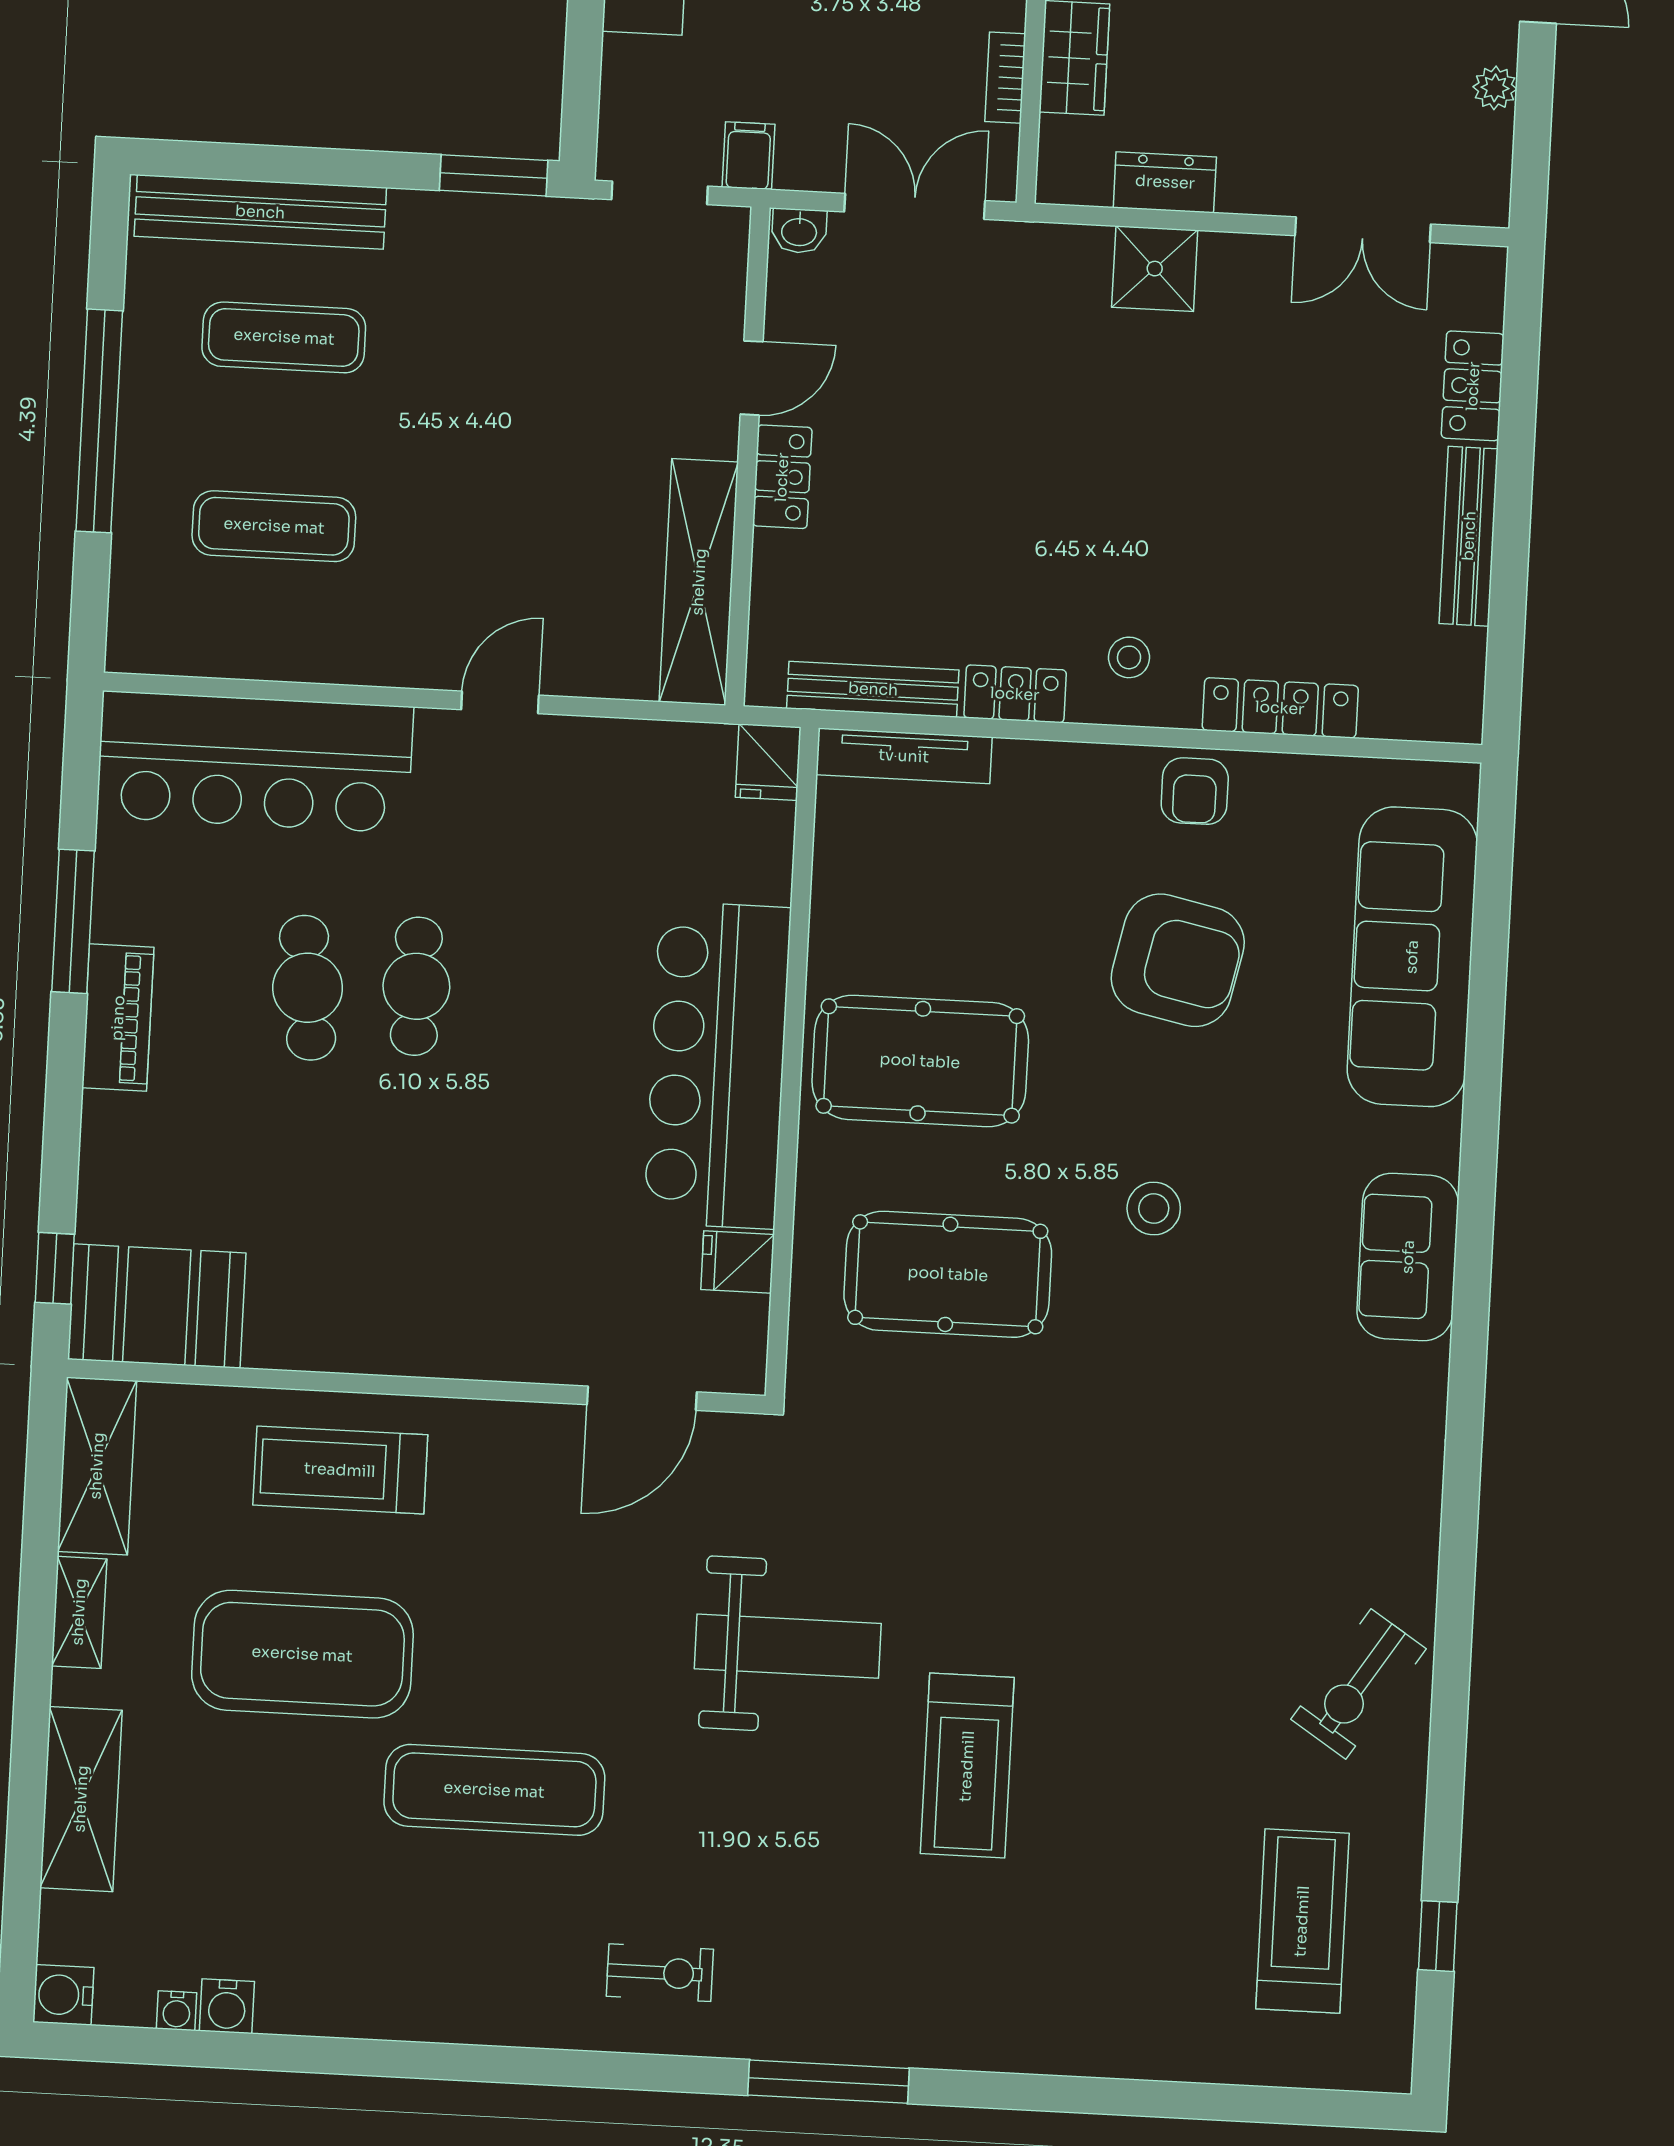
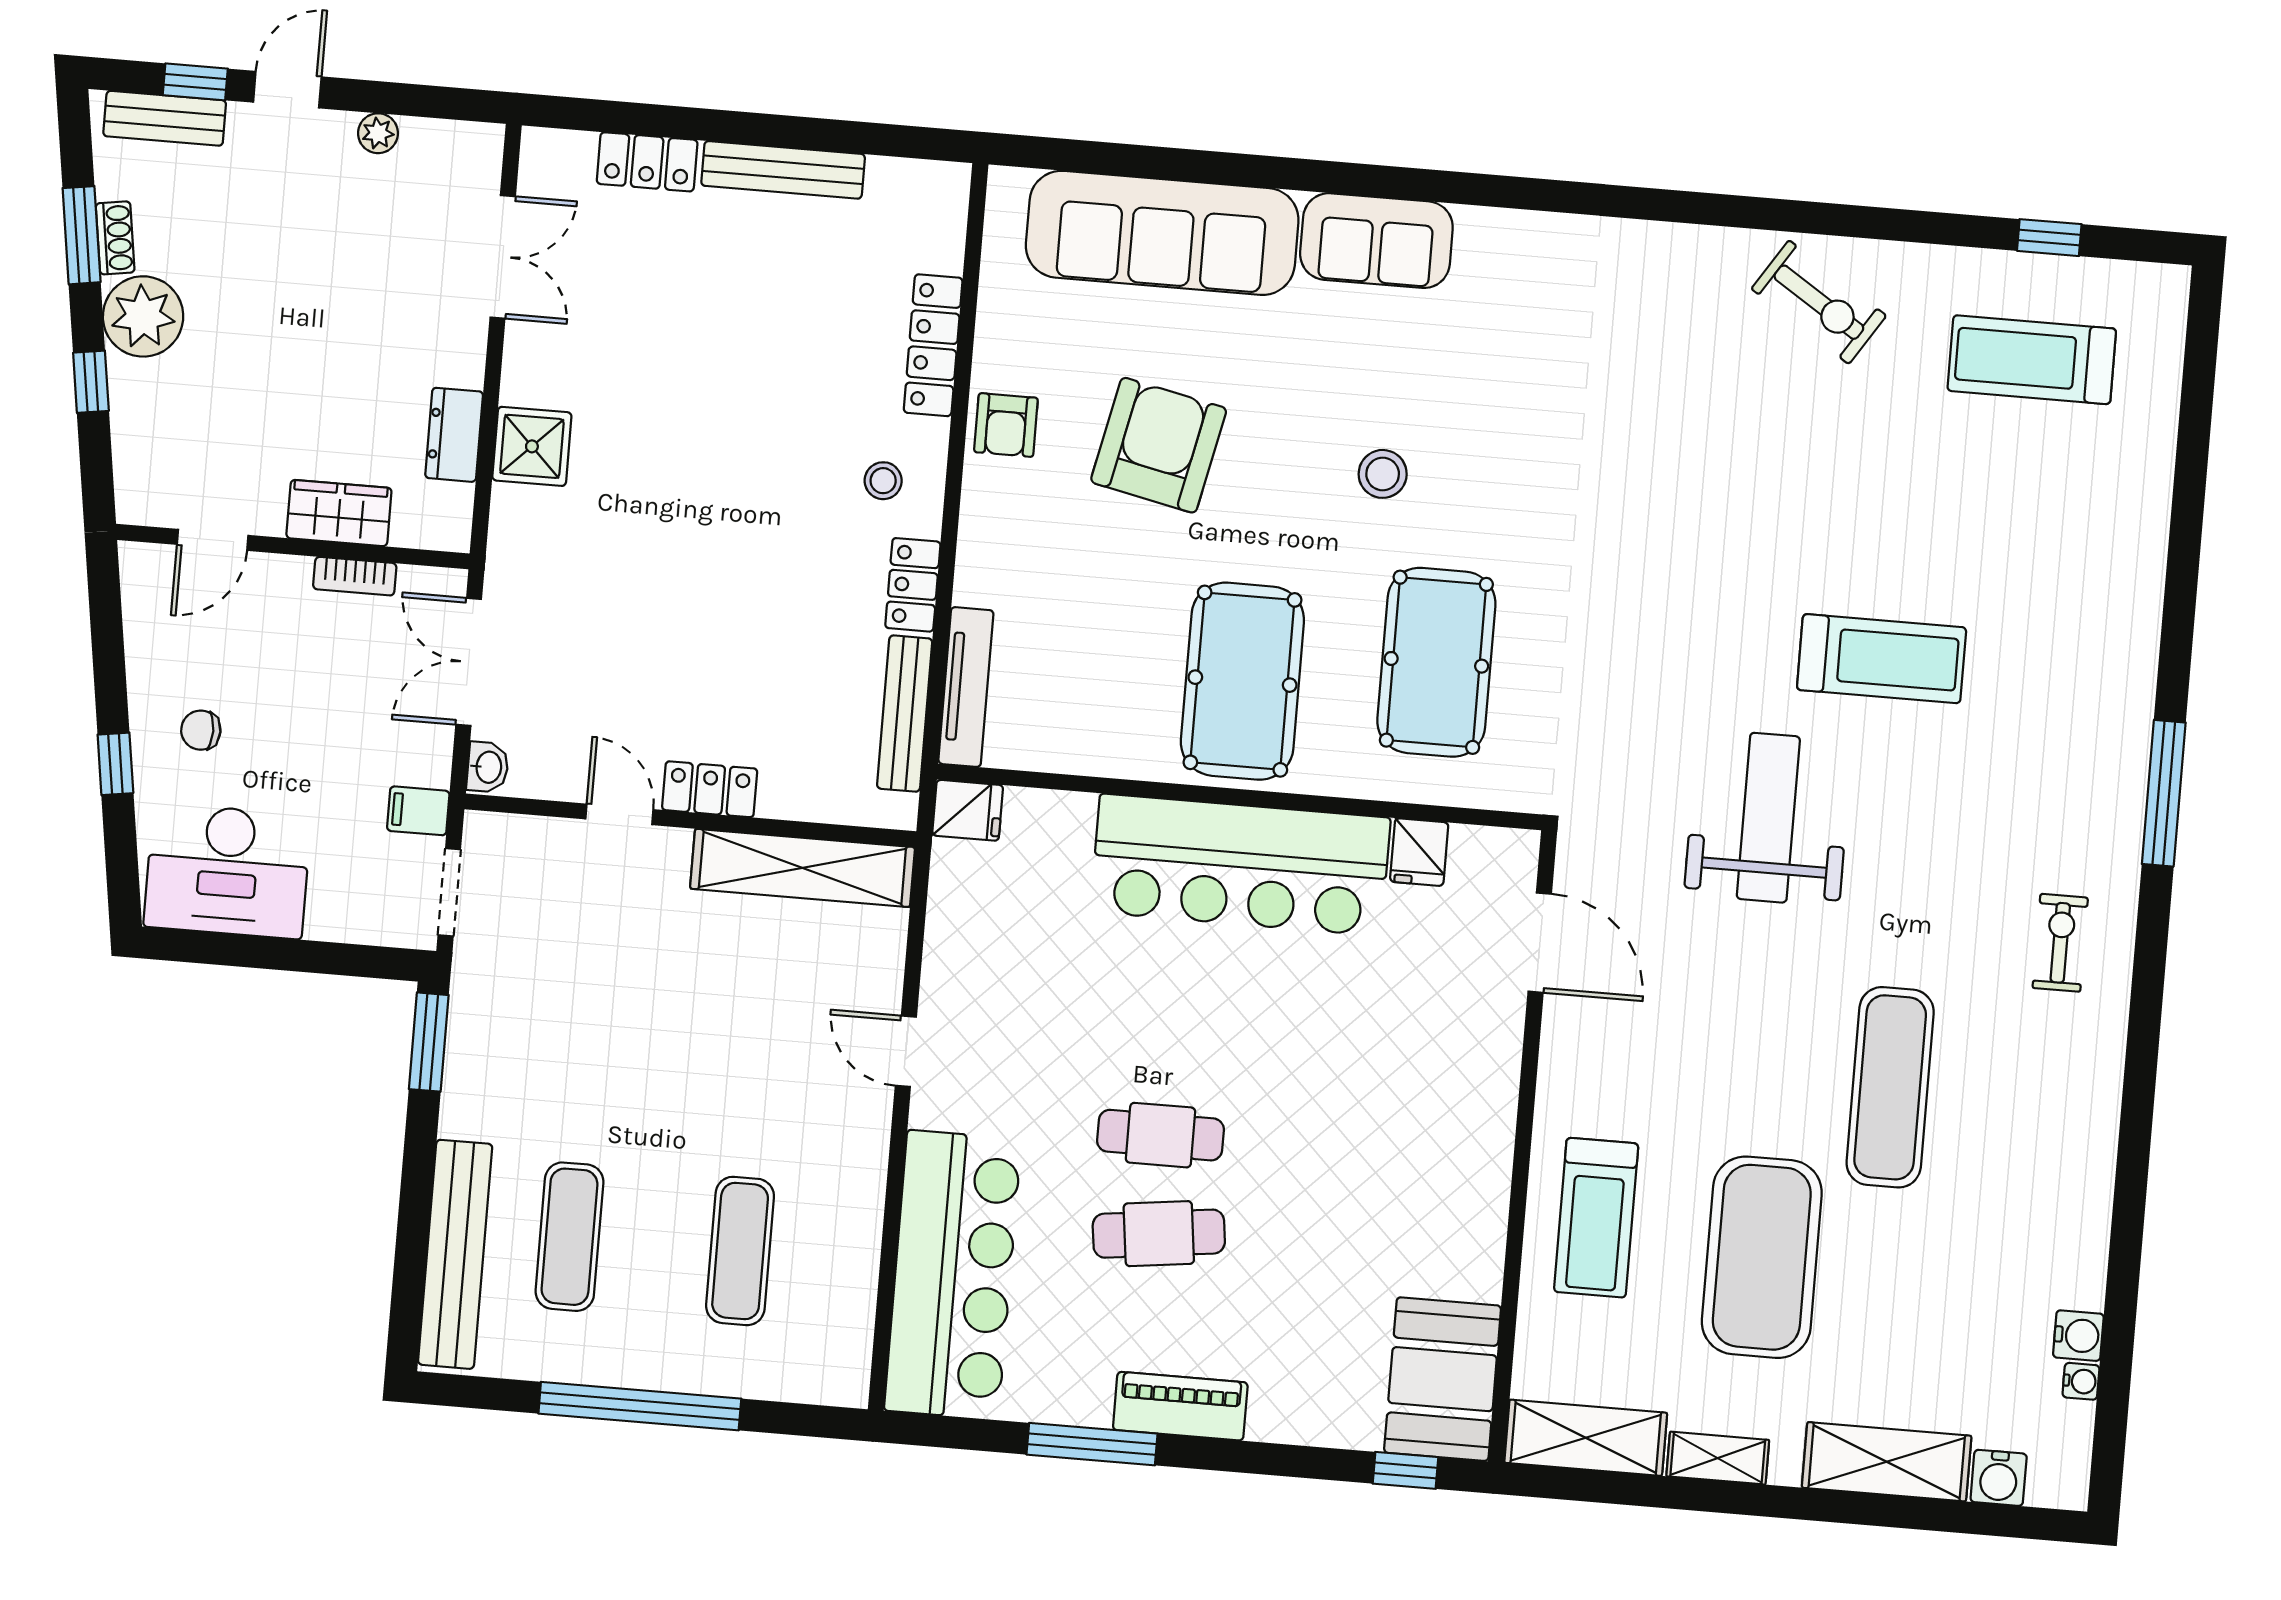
armchair: (1195, 791) -> (1006, 425), turned 90
sofa: (1408, 1257) -> (1376, 241), moved
water cooler: (63, 1995) -> (1999, 1478), moved

